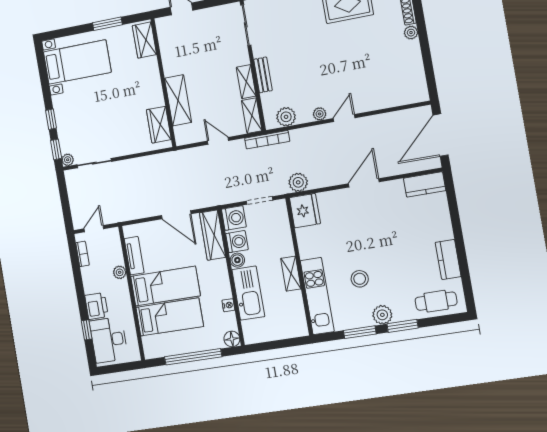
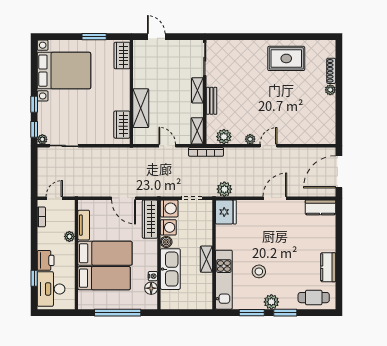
bed with nightstands: (77, 62) -> (64, 71), width x1.36
shelving: (246, 82) -> (197, 90), moved
floor lamp: (232, 339) -> (151, 288), moved

